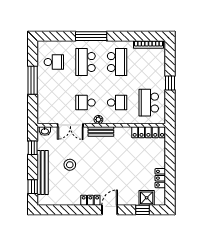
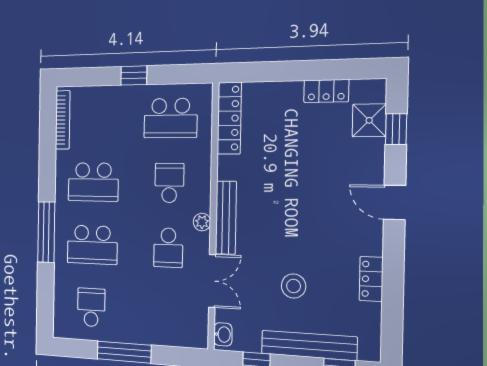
school desk: (117, 62) -> (93, 182), turned 180
bench: (101, 131) -> (226, 218), width x1.36
locker: (90, 200) -> (371, 279), moved

